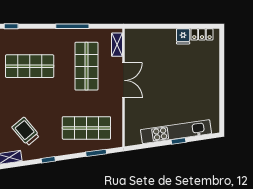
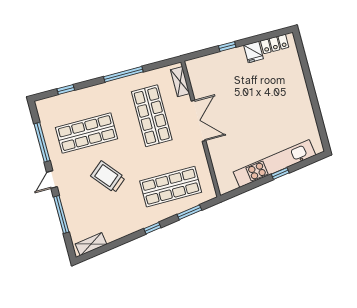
window: (11, 26) -> (66, 90), moved
window: (163, 26) -> (227, 47), added
trolley: (26, 131) -> (108, 177), moved
window: (48, 160) -> (152, 228), moved

